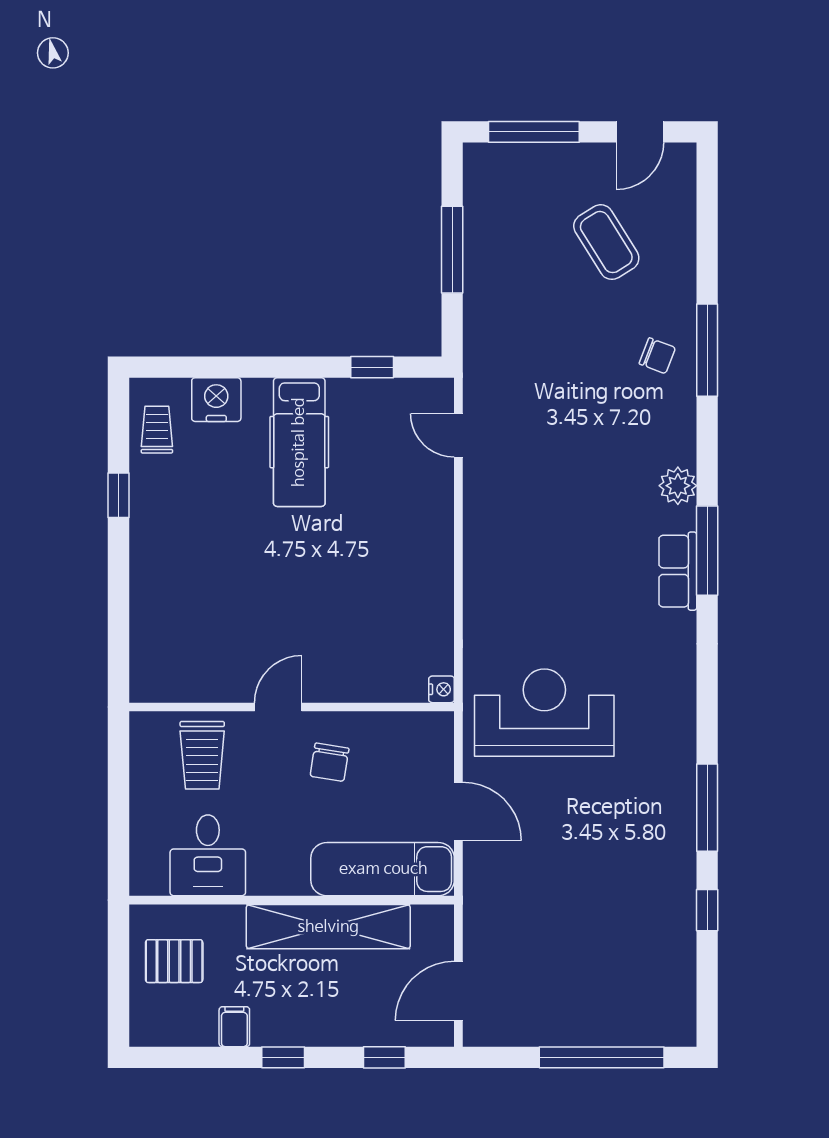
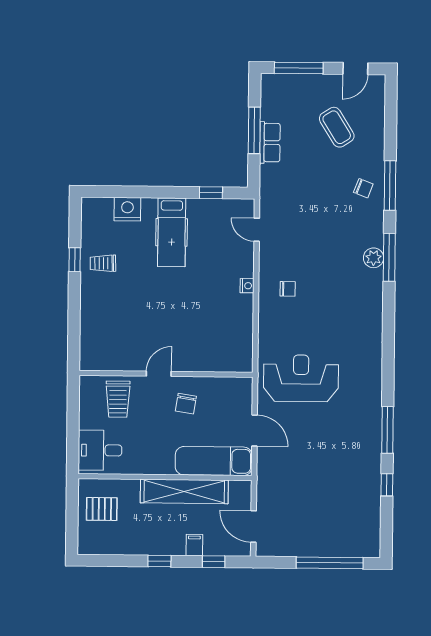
trolley: (157, 430) -> (103, 263), moved, turned -91
chair: (518, 545) -> (288, 289), added
window: (707, 551) -> (389, 257), moved
row of seats: (678, 571) -> (270, 143), moved, turned 180
nightstand: (442, 689) -> (247, 286), moved
desk: (208, 855) -> (100, 450), moved, turned 90
door: (458, 991) -> (254, 527), hinge flipped
filing cabinet: (234, 1027) -> (194, 545), moved

